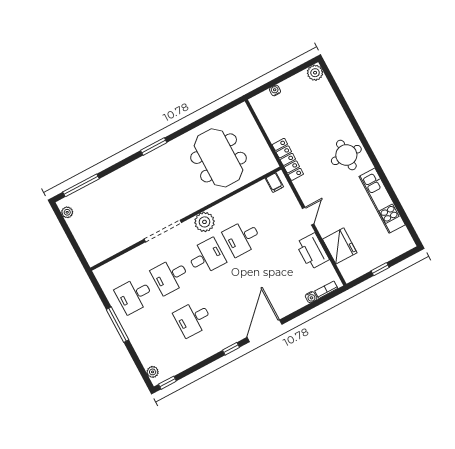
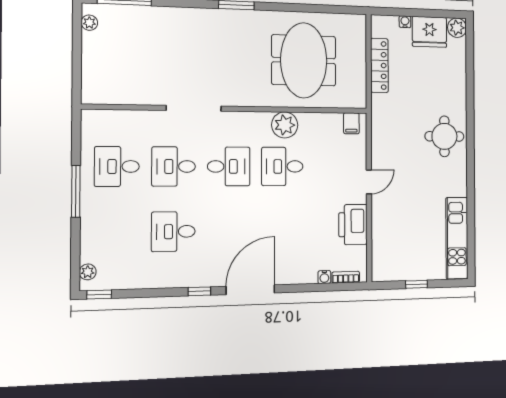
locker: (288, 159) -> (379, 65), moved
kitchen unit: (382, 201) -> (457, 238), moved
plant: (205, 222) -> (285, 125), moved
fridge: (340, 246) -> (429, 32), moved, turned 90

